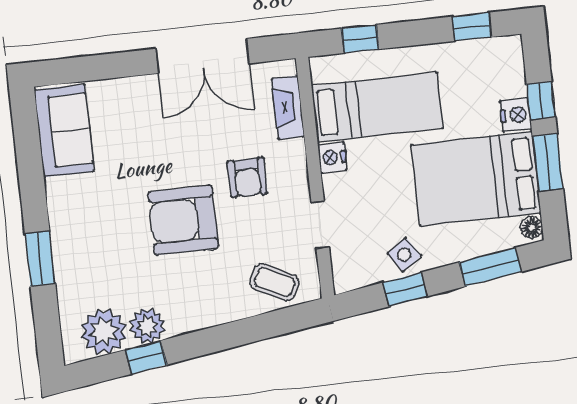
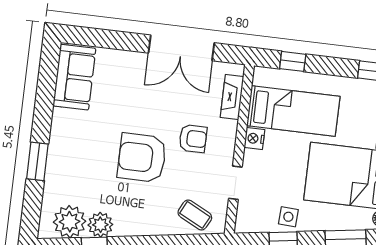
armchair: (247, 177) -> (193, 139), turned -90
side table: (404, 255) -> (288, 217), turned 38

